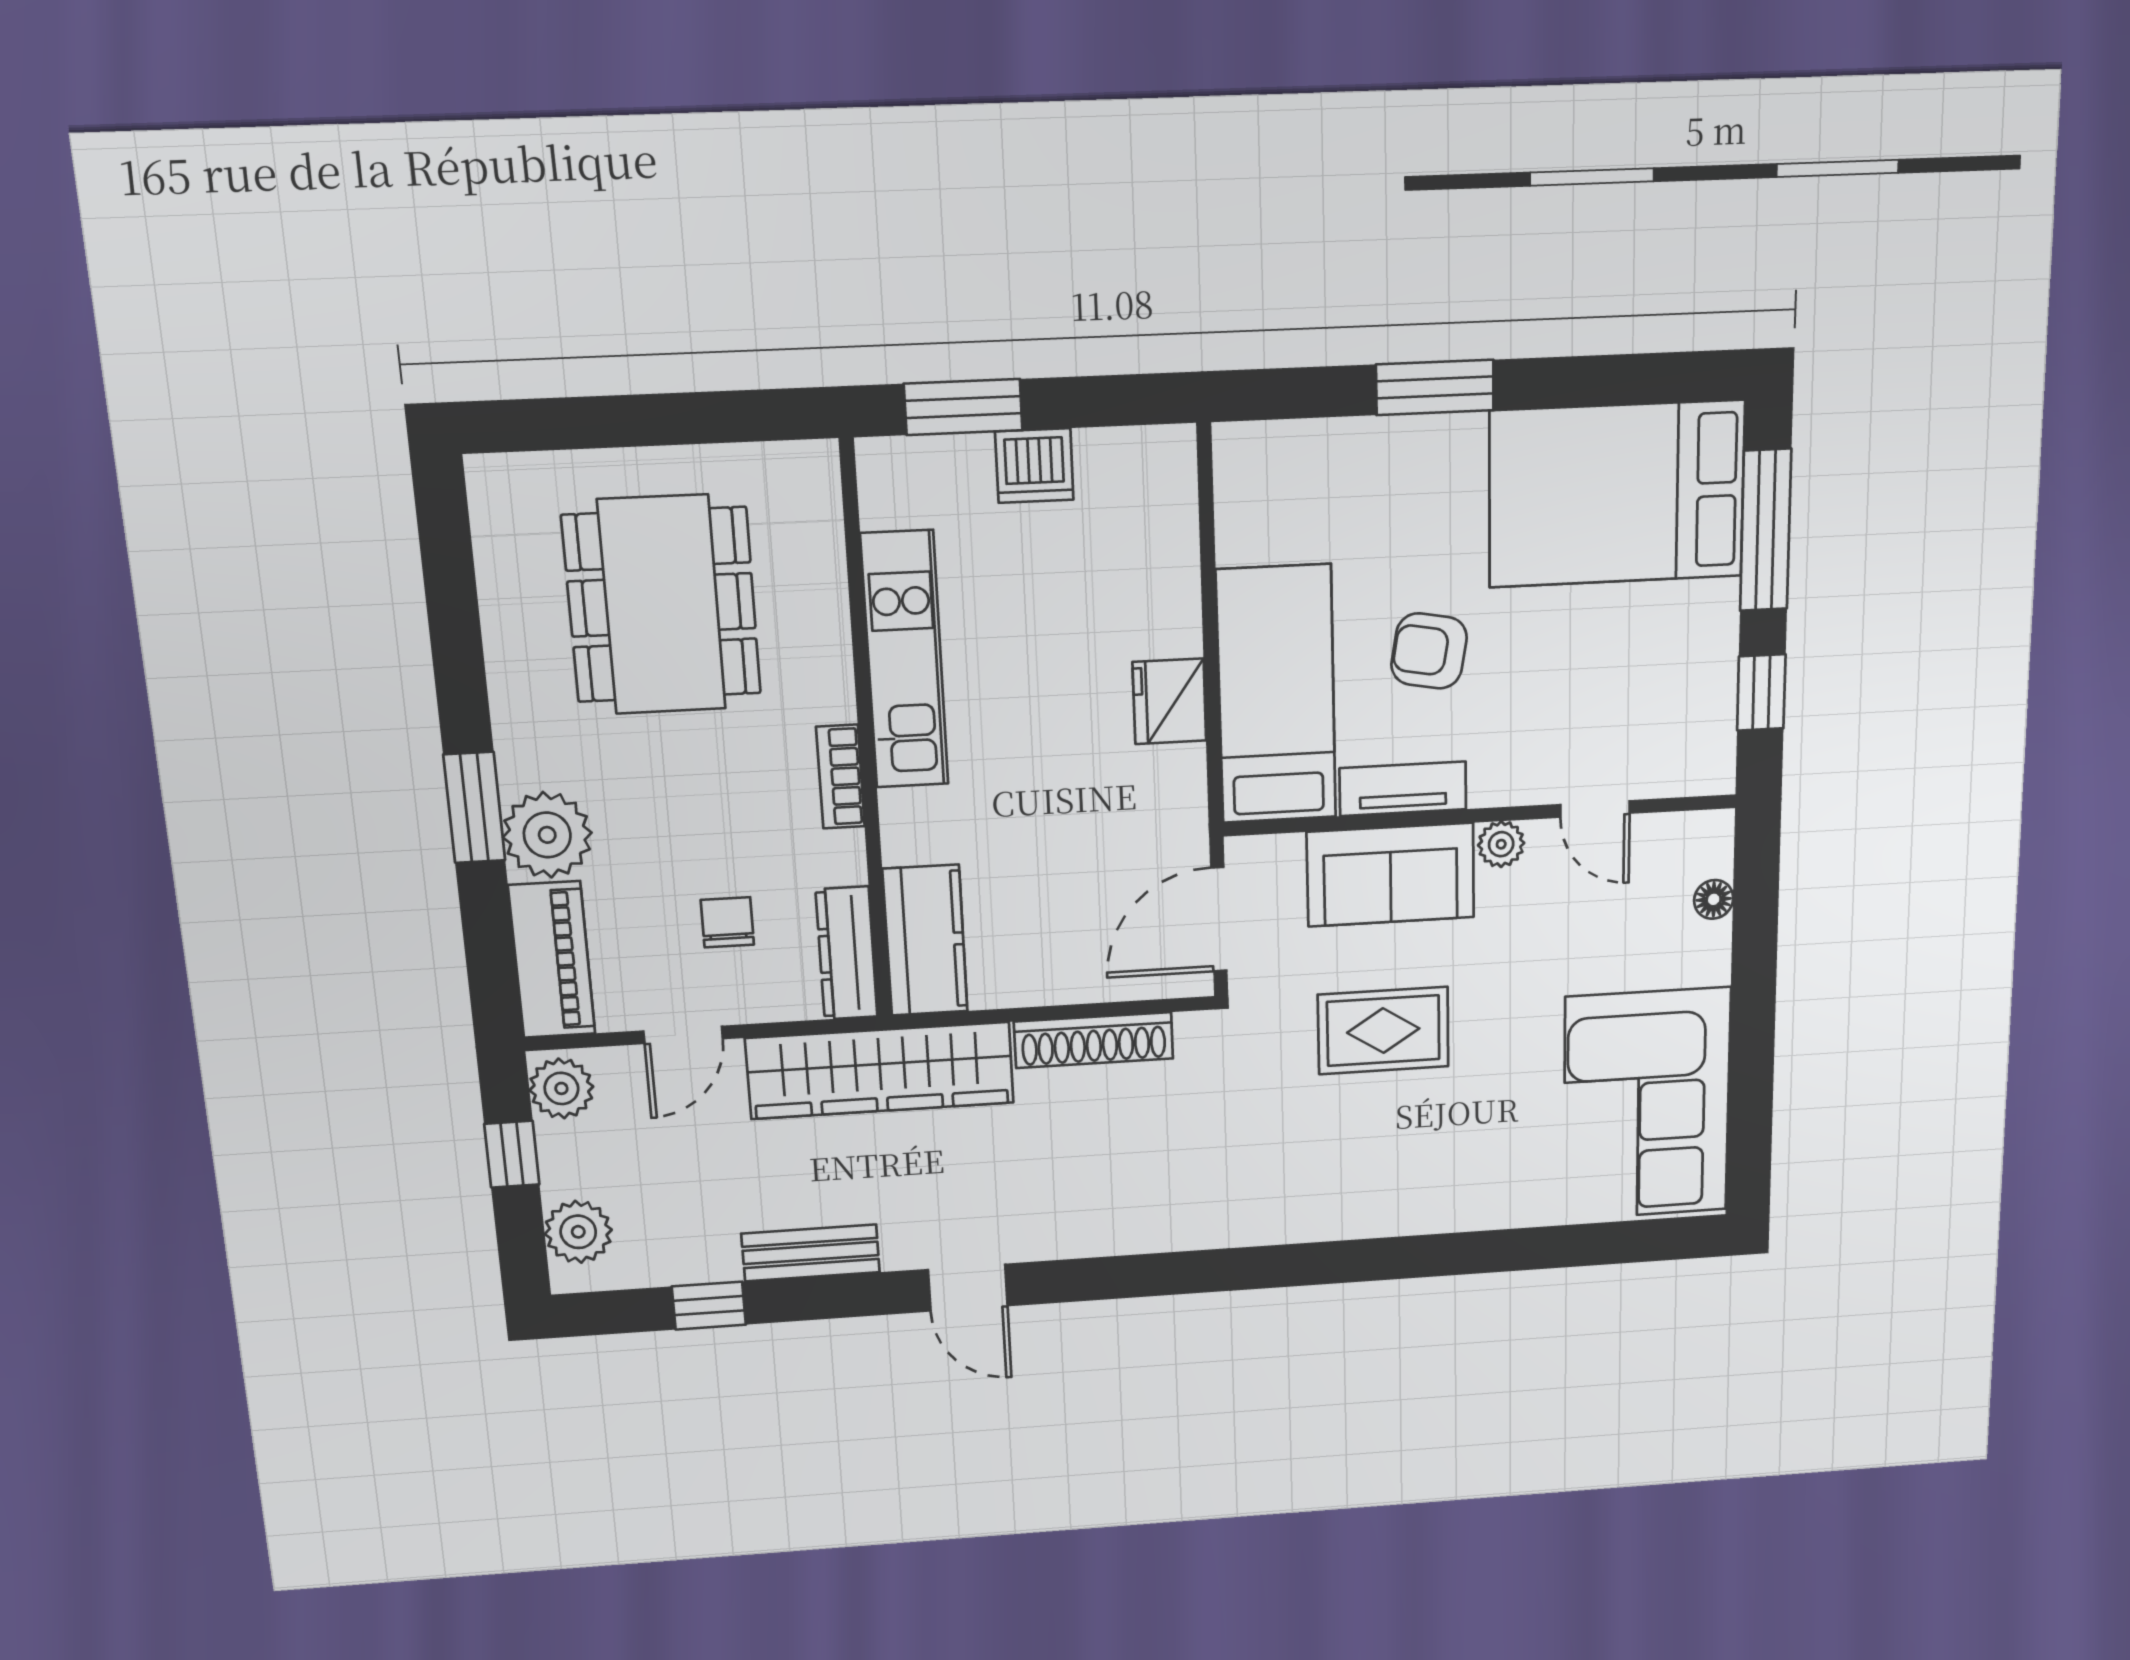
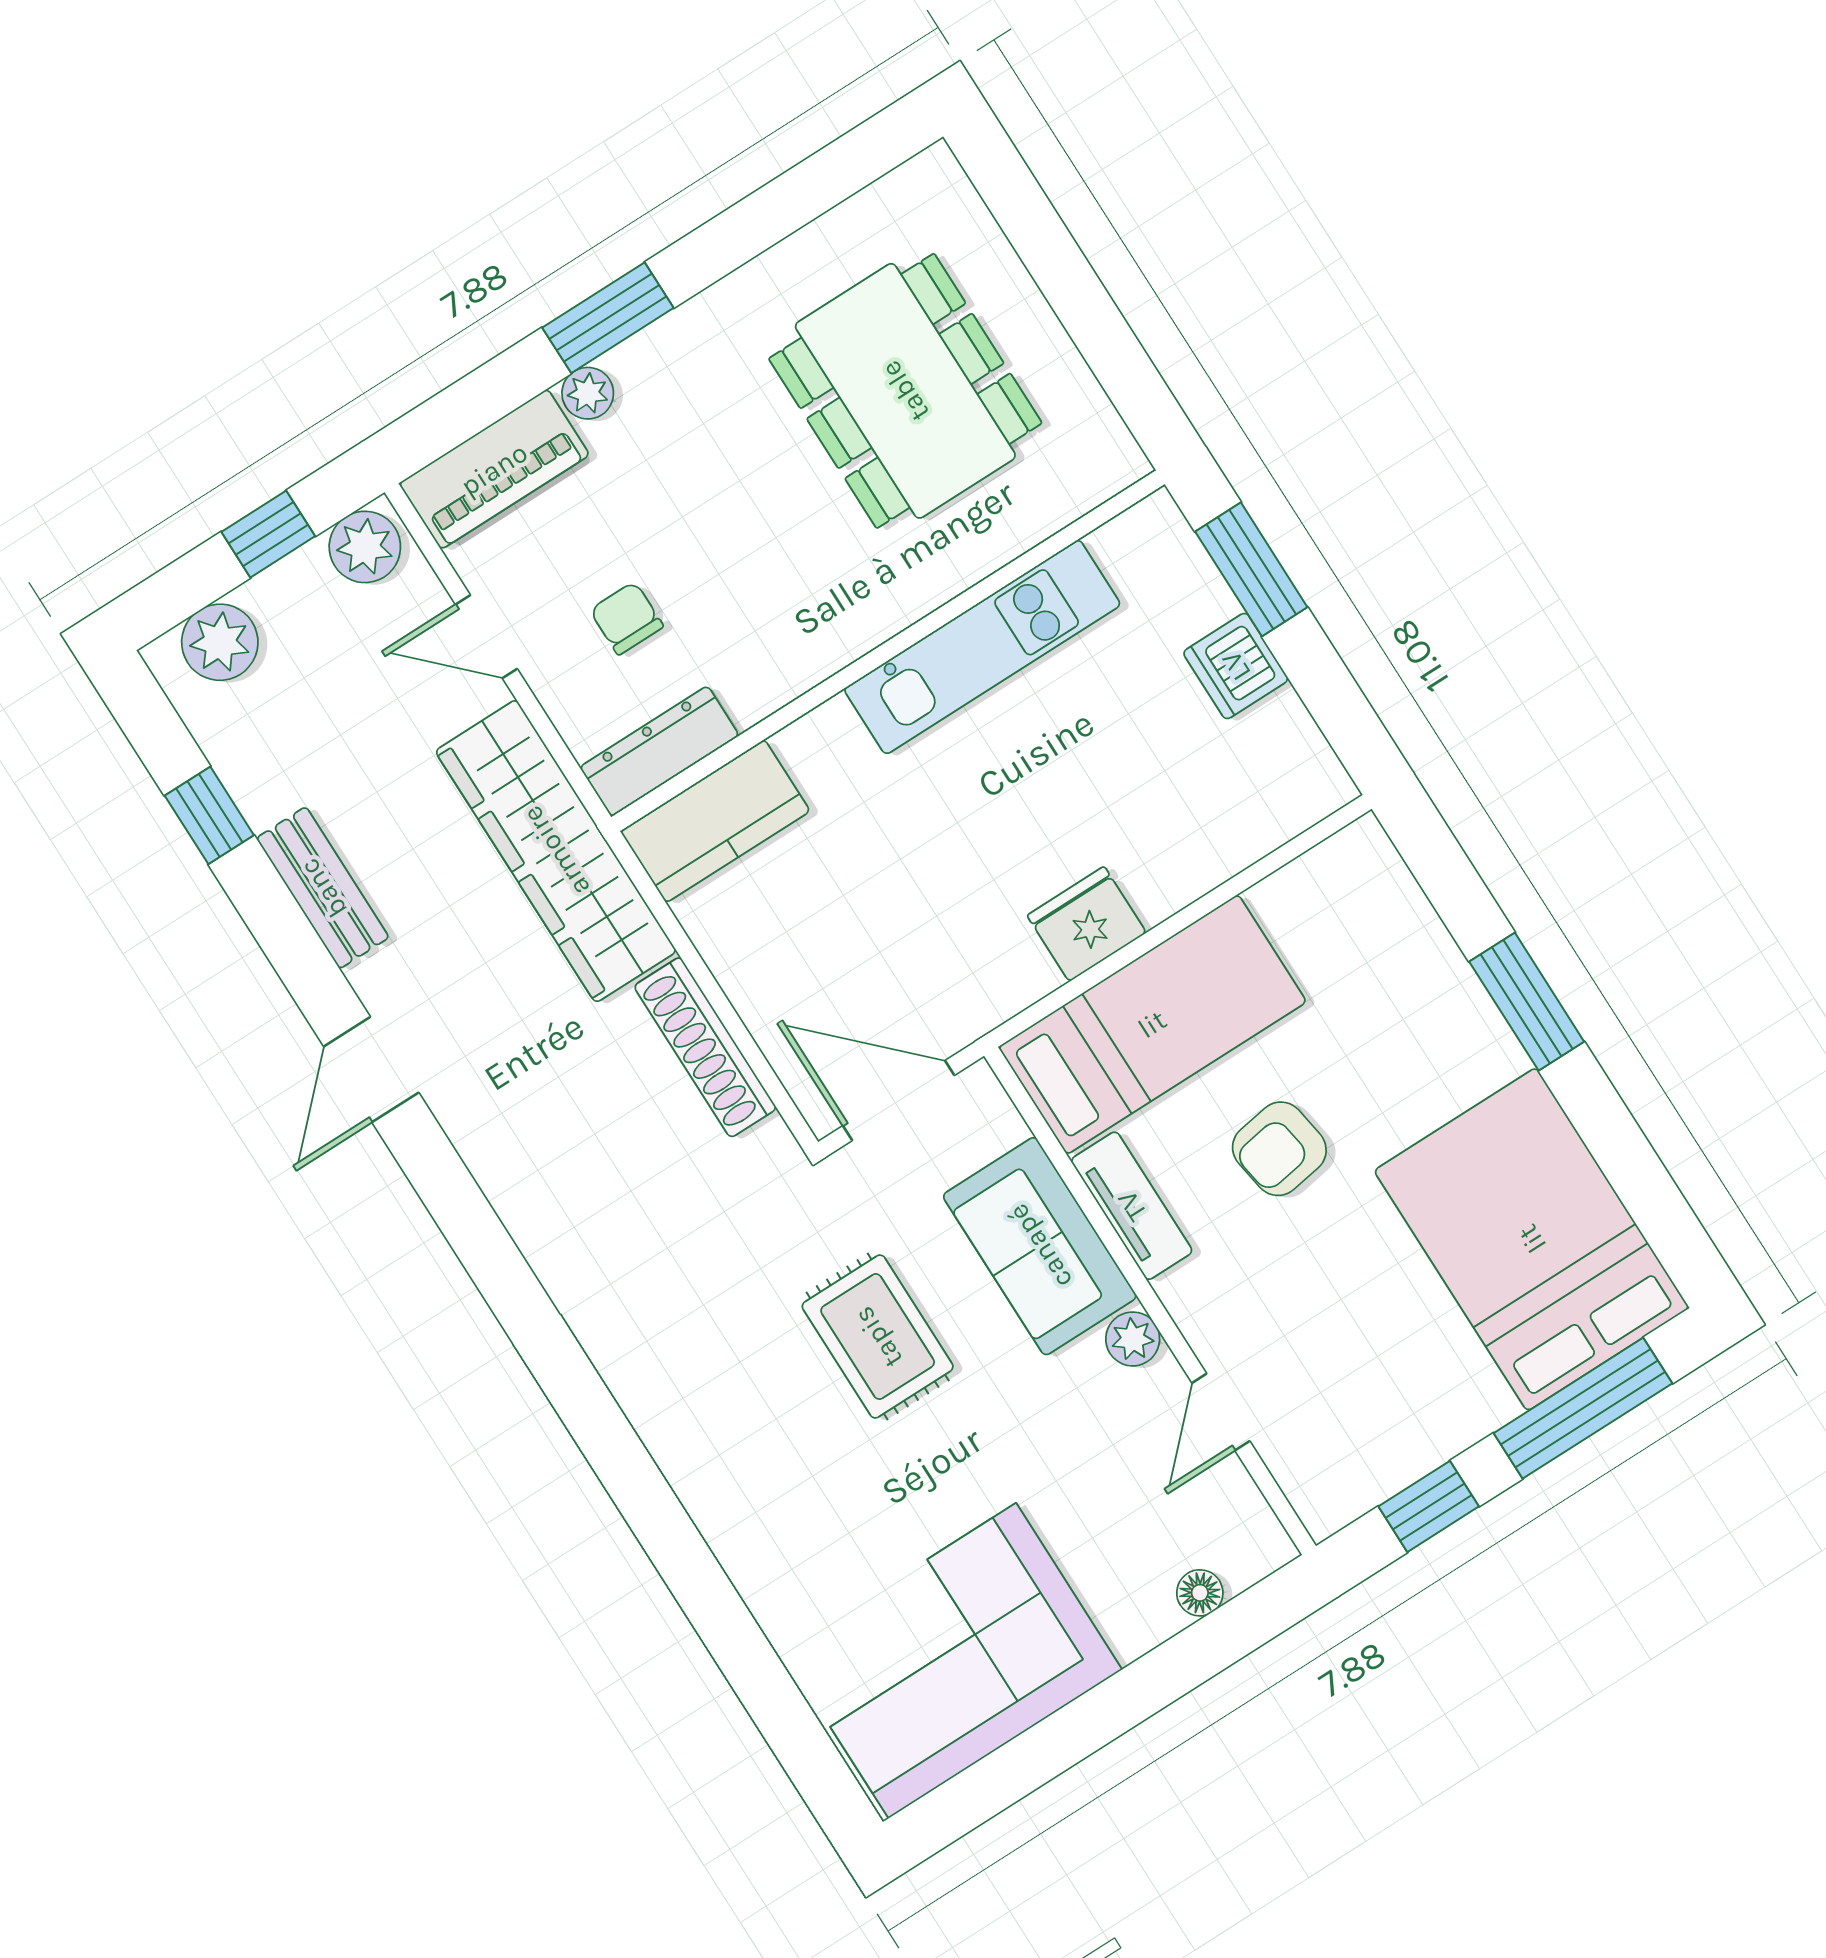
dining table: (662, 605) -> (905, 391), turned 90
armchair: (1429, 651) -> (1279, 1149), turned -109
bookcase: (840, 777) -> (834, 648), removed
plant: (547, 835) -> (588, 393), width x0.53, depth x0.53
chair: (727, 922) -> (626, 618), turned -90

